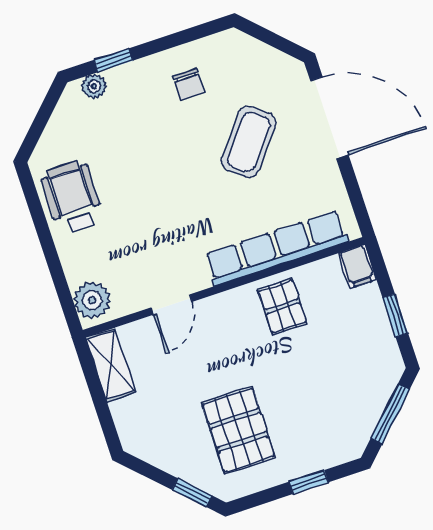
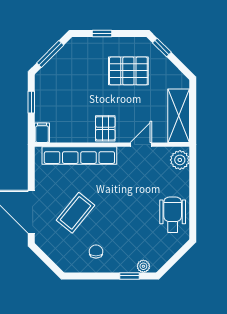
wheelchair: (72, 197) -> (173, 215), turned 180
pallet: (282, 306) -> (105, 128), moved
shelving: (111, 365) -> (179, 116), width x1.50, depth x1.33
pallet: (239, 430) -> (128, 71), turned 90

